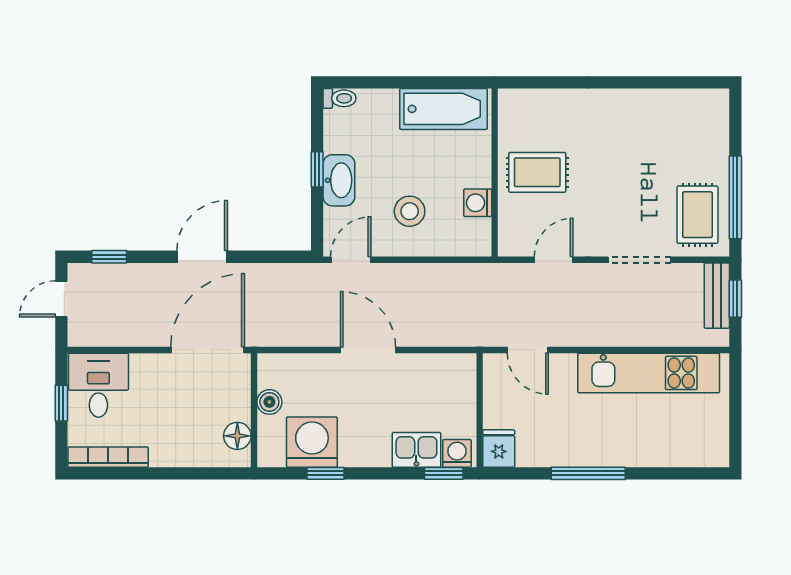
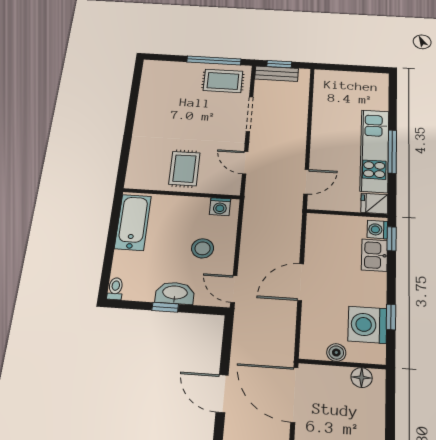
washing machine: (478, 203) -> (220, 207), moved
kitchen unit: (649, 373) -> (375, 151), moved, turned 180

